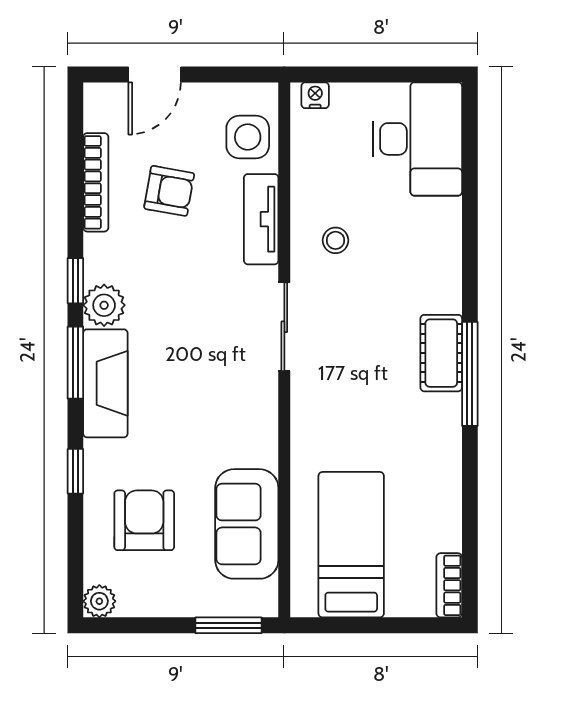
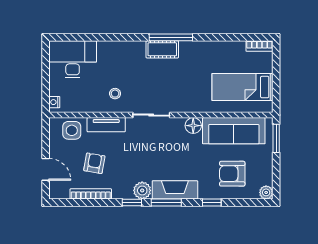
floor lamp: (259, 427) -> (193, 126), added
sofa: (247, 524) -> (234, 131), width x1.36

